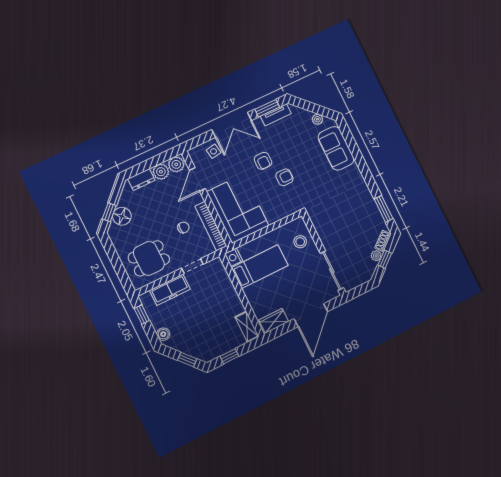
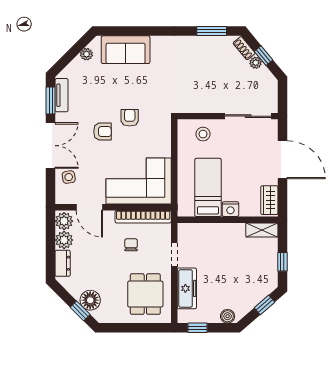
nightstand: (234, 257) -> (230, 209), moved

